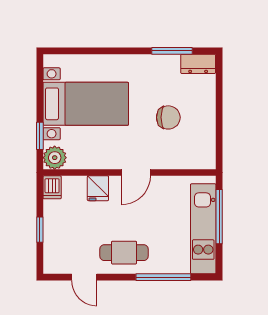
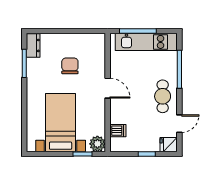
dishwasher: (52, 187) -> (118, 131), moved
fridge: (98, 188) -> (169, 145), moved, turned 180

